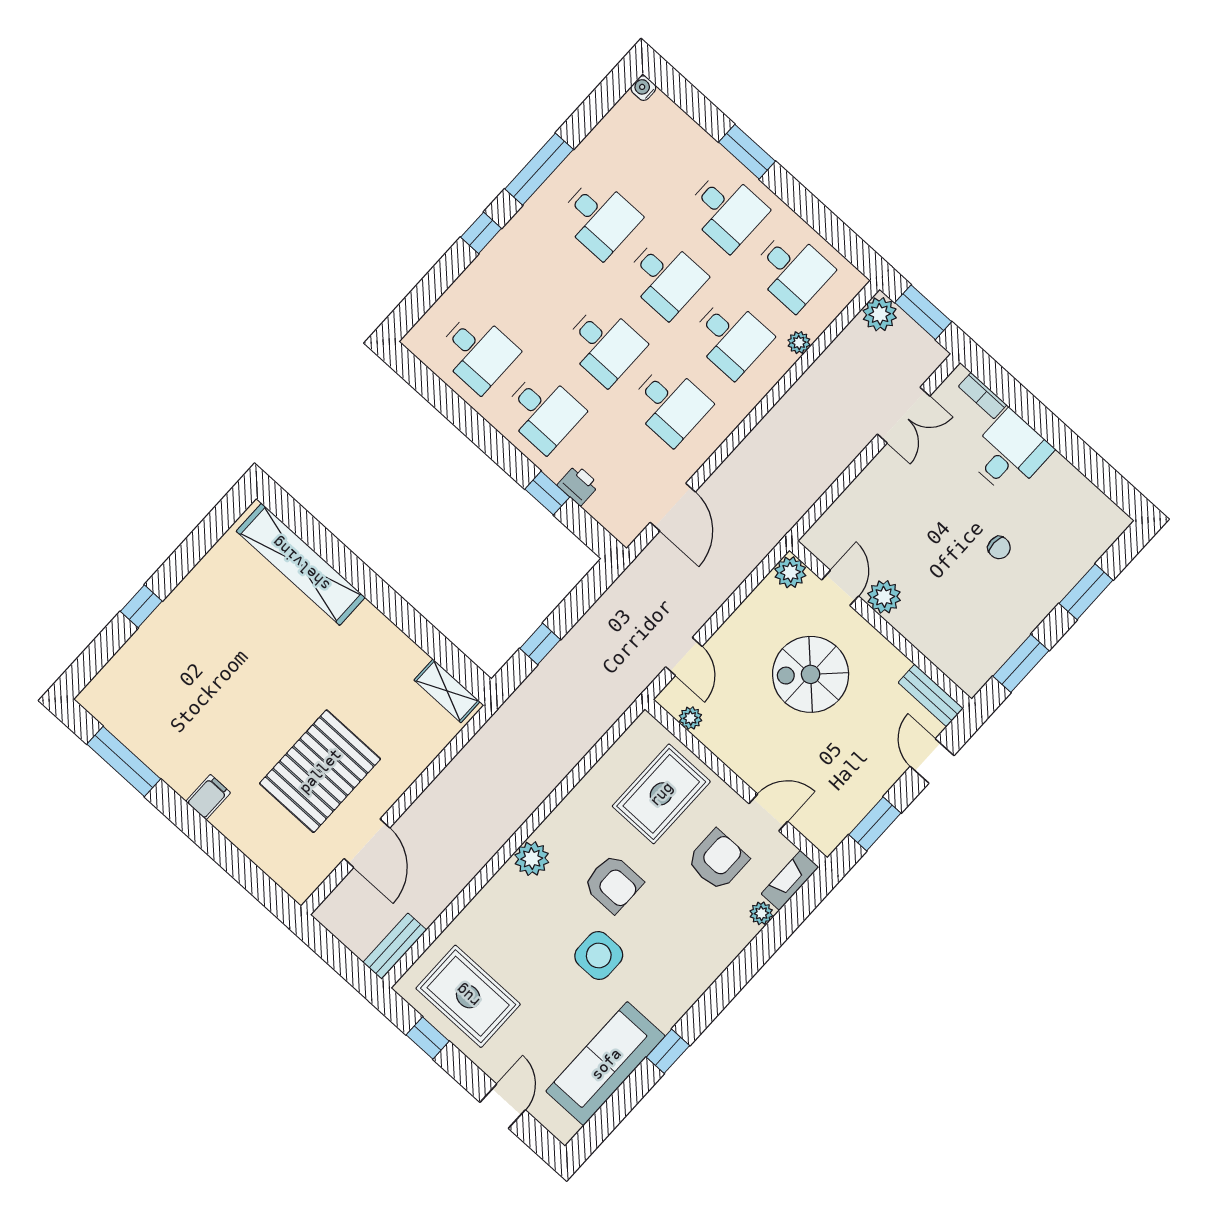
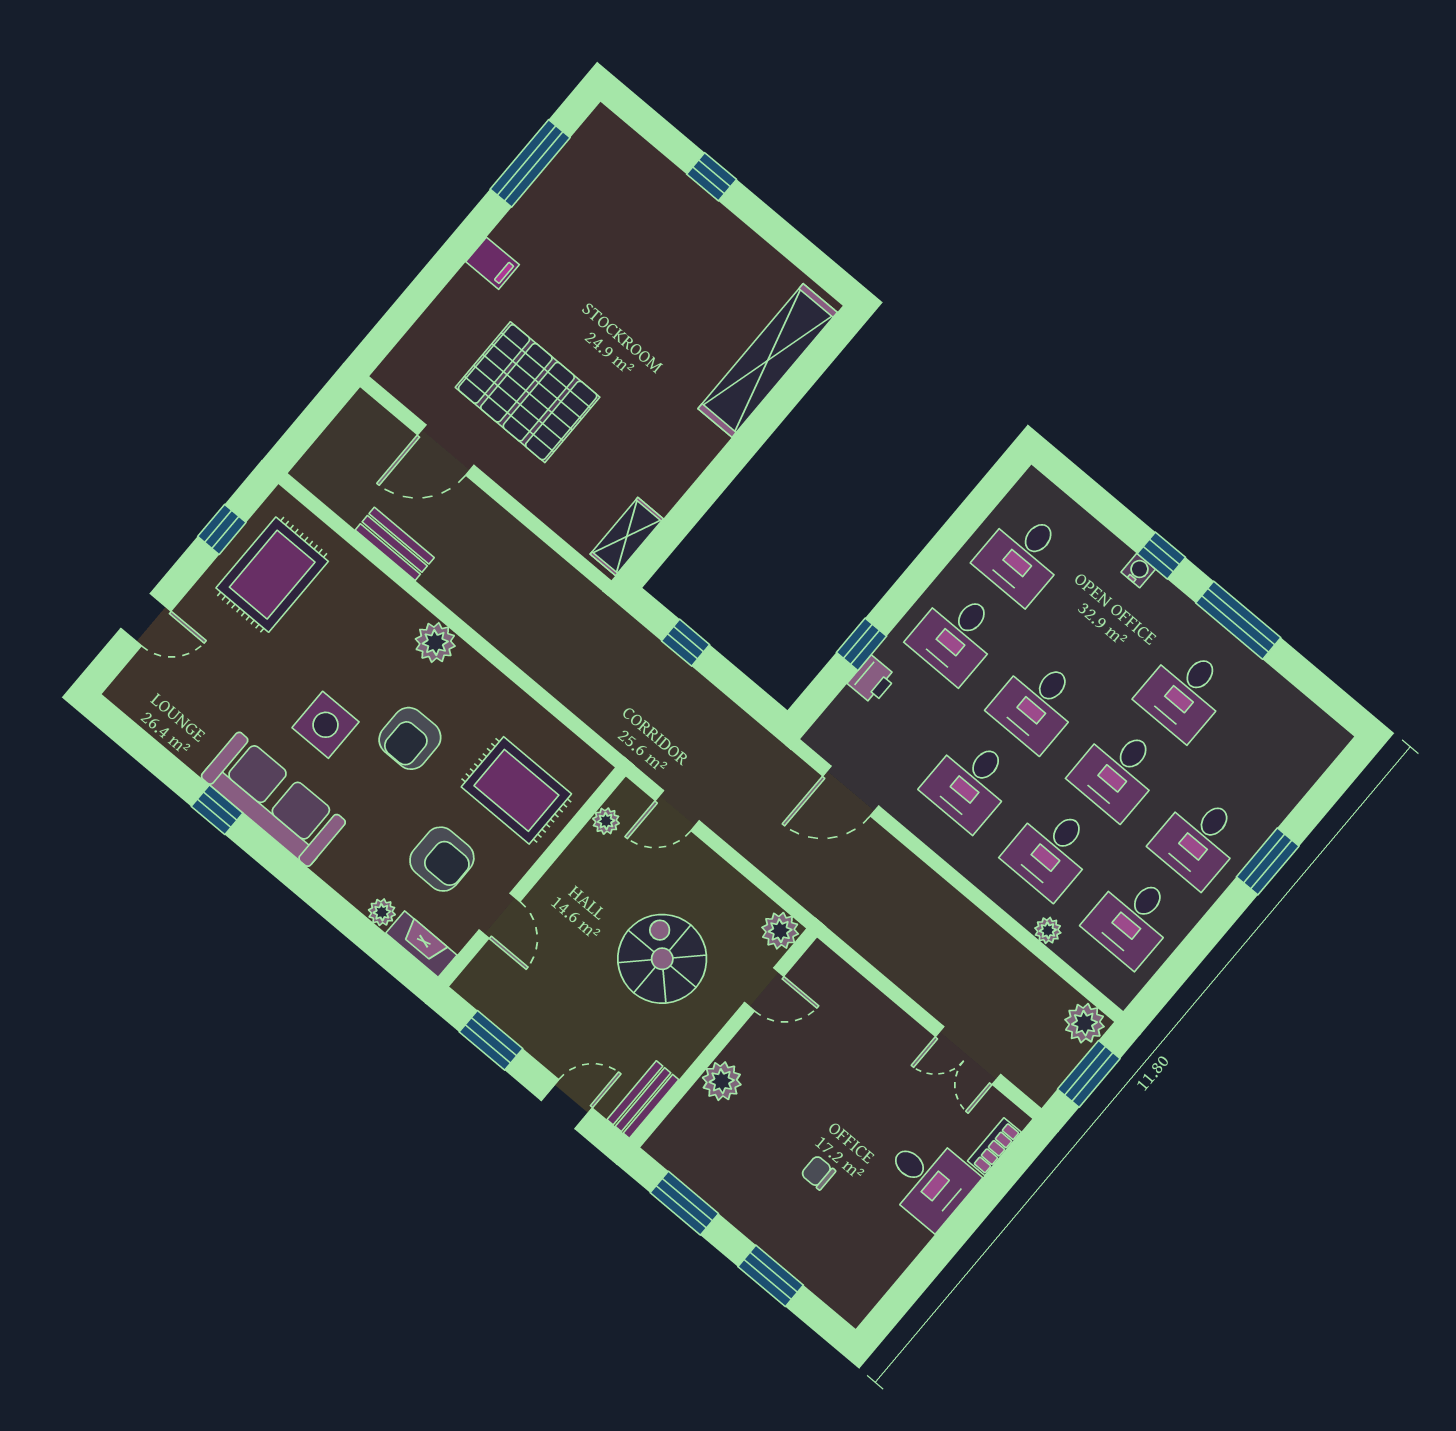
water cooler: (643, 88) -> (1138, 571), moved
chair: (999, 548) -> (818, 1173), turned 89
plant: (884, 597) -> (722, 1081), moved
bench: (395, 946) -> (395, 544), moved
sofa: (606, 1064) -> (273, 799), moved

